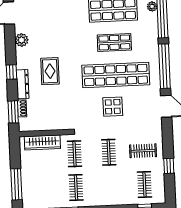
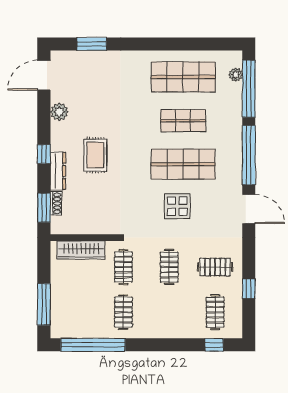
shop shelf: (116, 75) -> (183, 164), width x0.71

